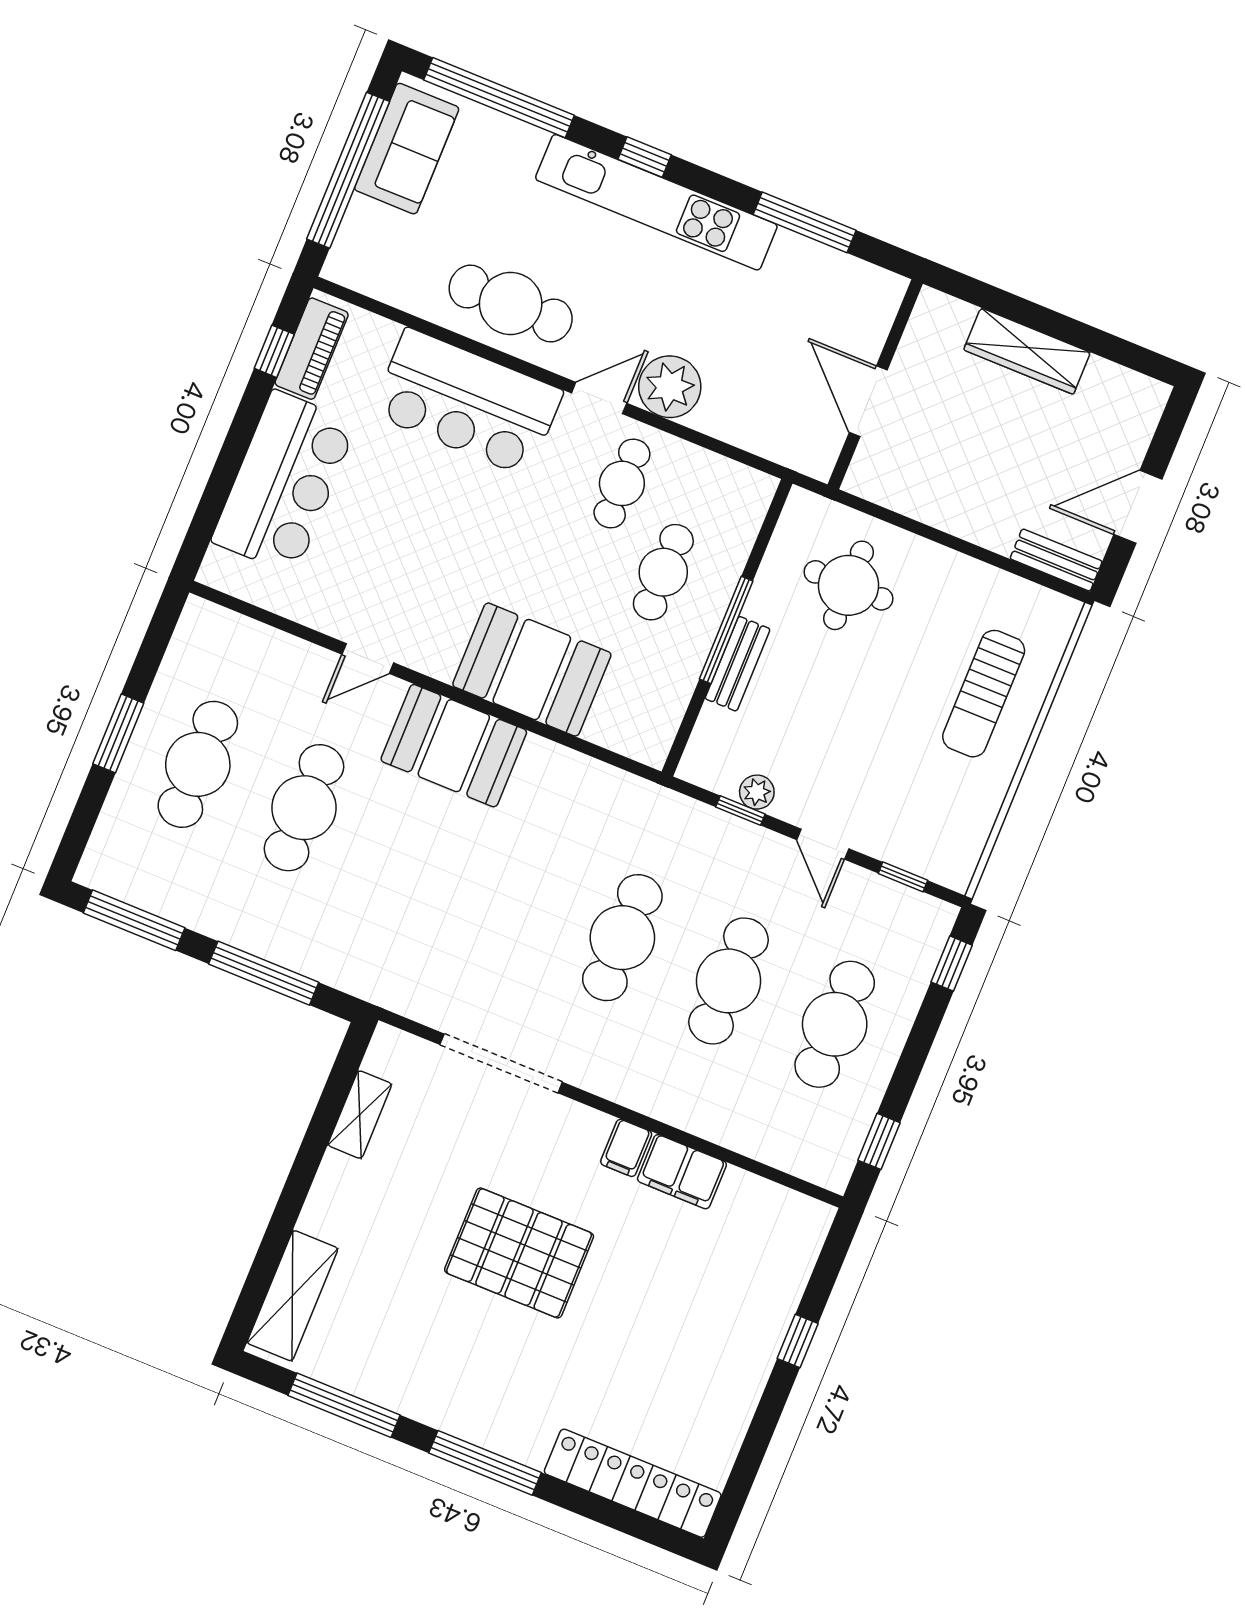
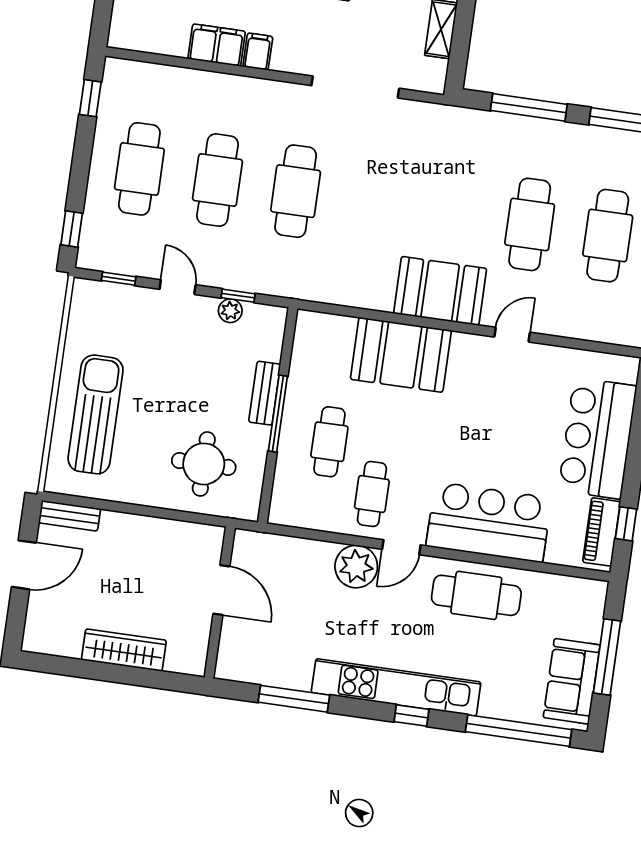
window: (348, 170) -> (607, 657), width x0.68
sun lounger: (984, 694) -> (96, 414), width x1.36, depth x1.34

